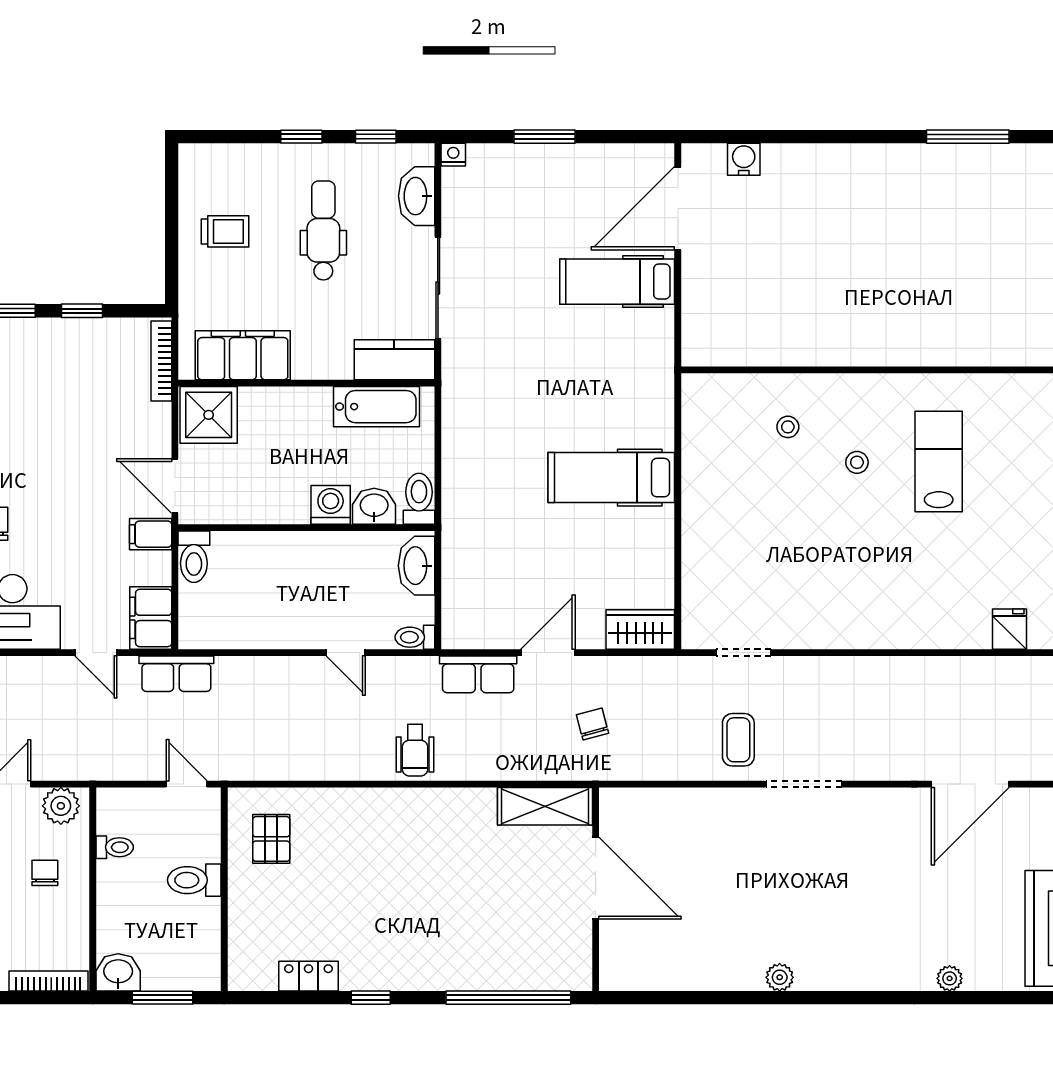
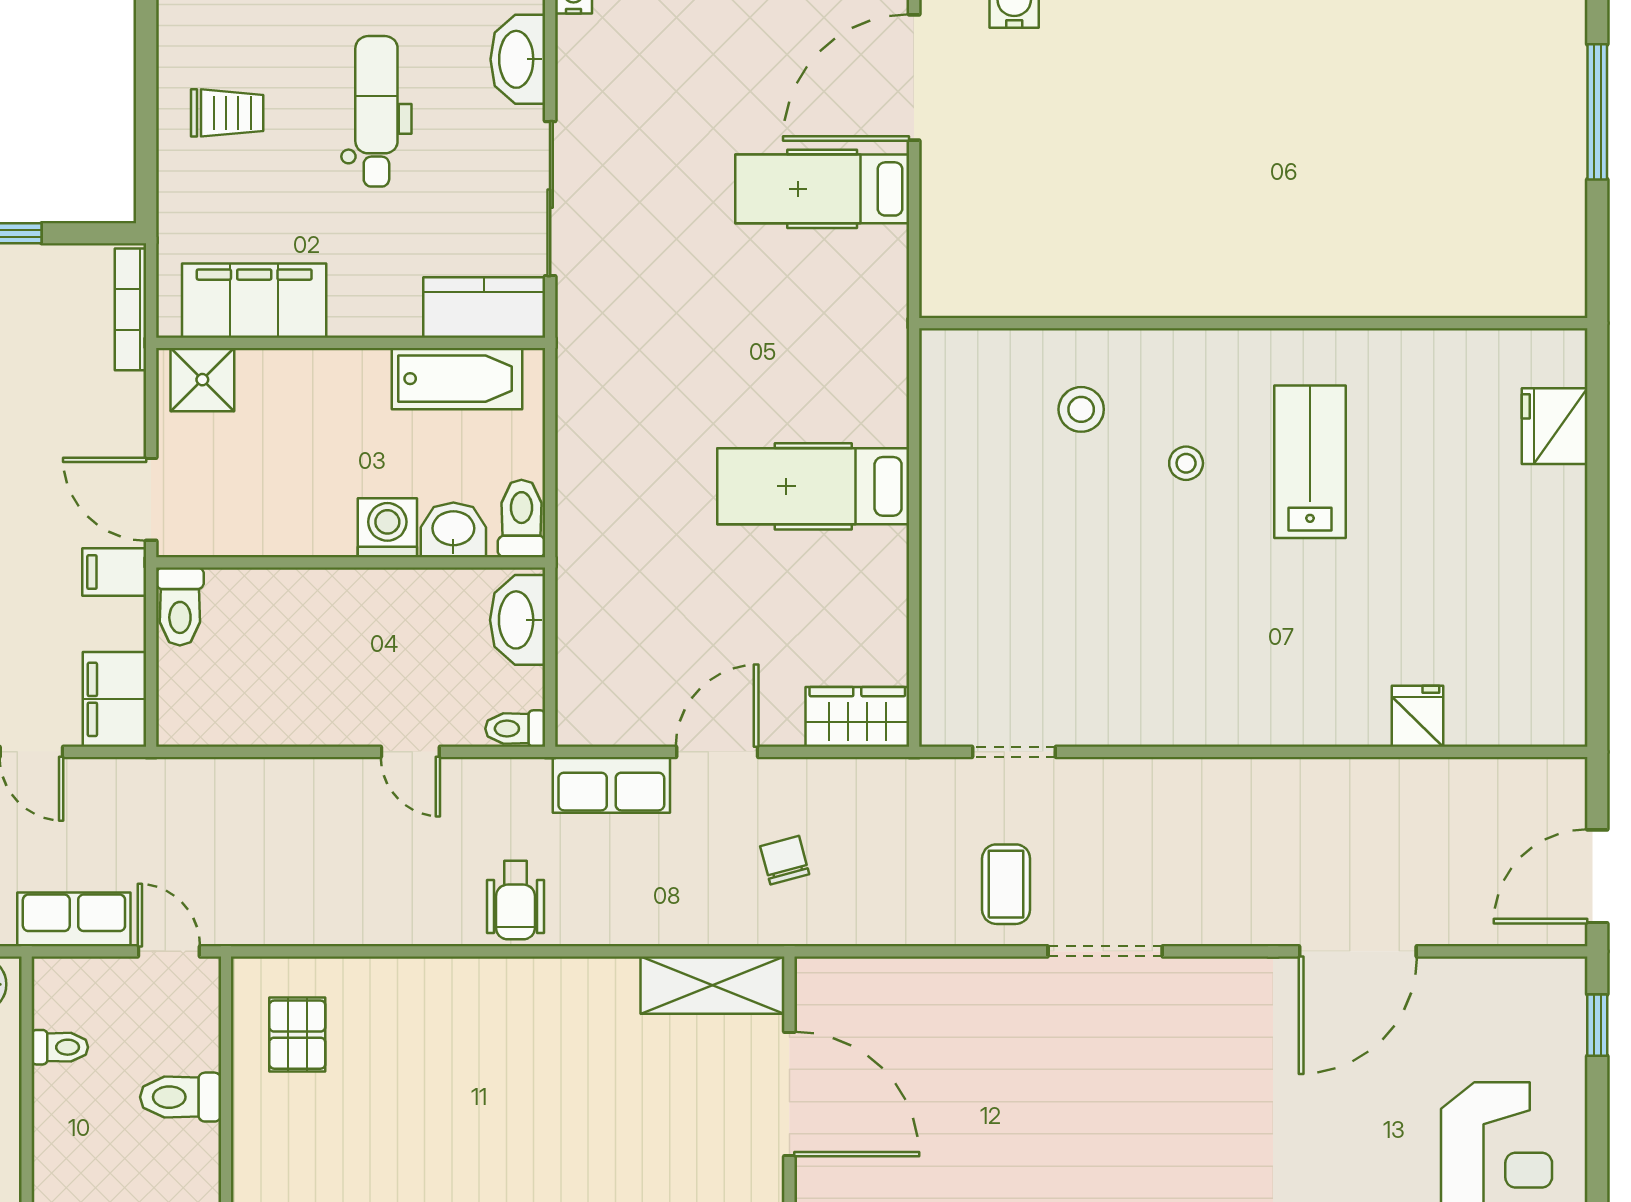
shower: (209, 415) -> (202, 380), width x0.73, depth x0.73
stool: (788, 427) -> (1081, 409), width x1.37, depth x1.37
row of seats: (176, 674) -> (74, 919), moved, turned 180

